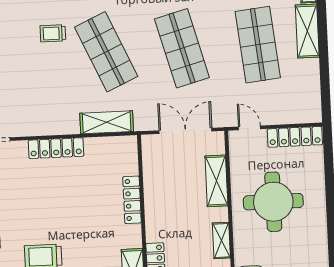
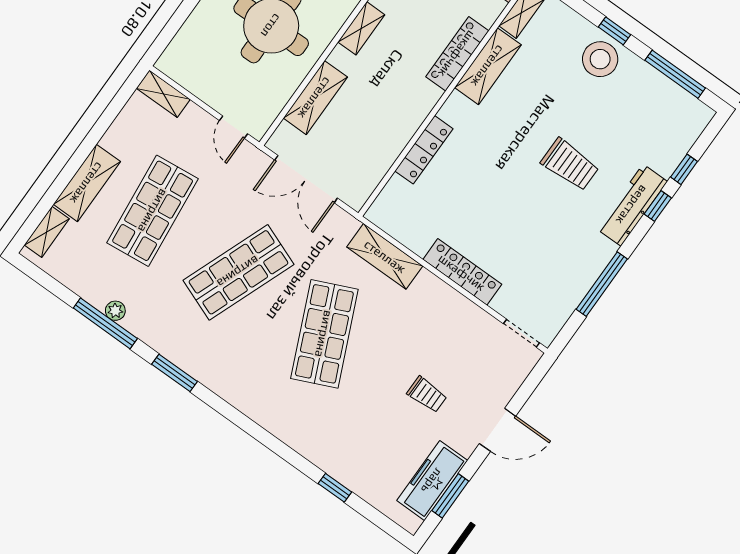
trolley: (53, 33) -> (427, 395), moved
shop shelf: (182, 48) -> (238, 272), turned 36
shelving: (304, 115) -> (163, 94), added
locker: (295, 137) -> (192, 78), removed

